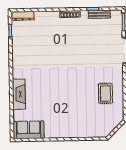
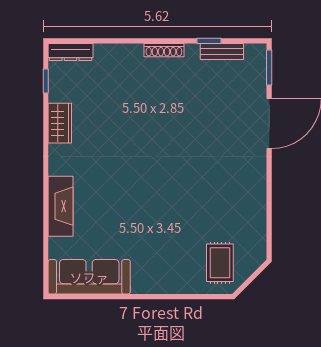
wardrobe: (18, 52) -> (60, 123), added
rug: (105, 93) -> (220, 263), moved
sofa: (29, 130) -> (89, 277), width x1.36

